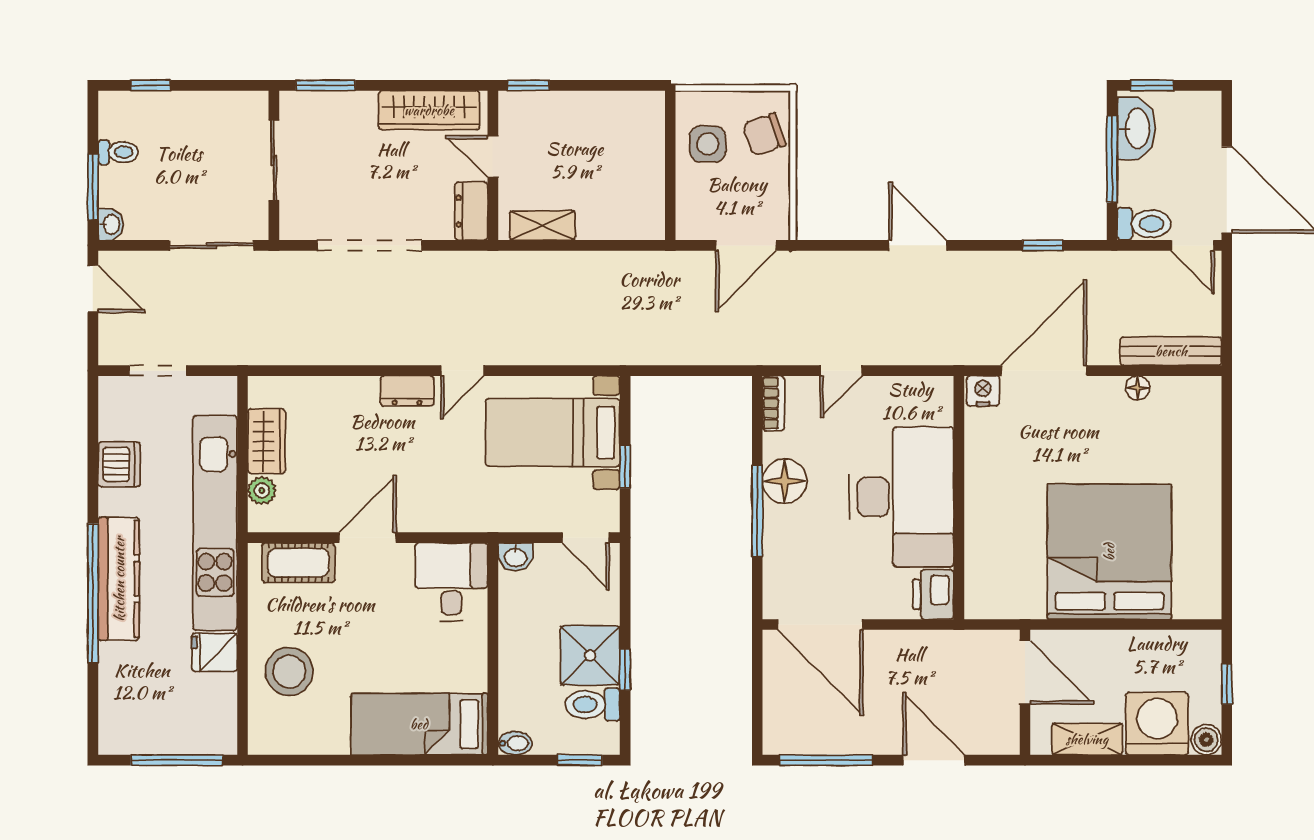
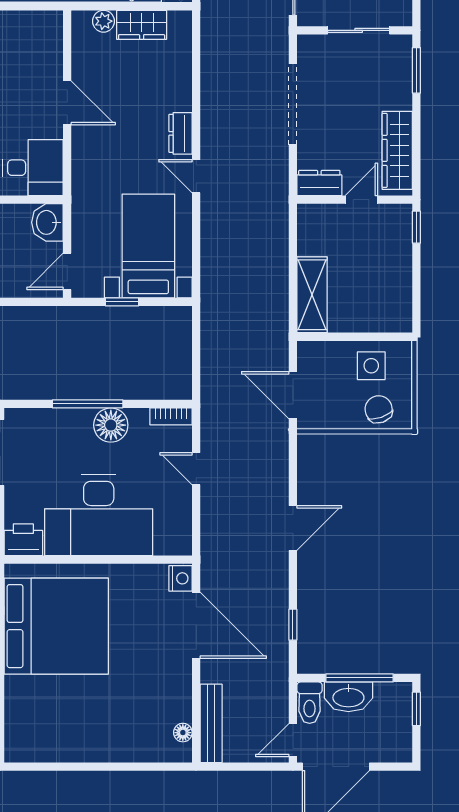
washbasin: (1136, 128) -> (348, 697), moved
shelving: (542, 225) -> (312, 295), moved, width x1.50, depth x1.33
floor lamp: (1138, 388) -> (183, 733), moved
bed: (1109, 552) -> (56, 626), moved
washbasin: (516, 557) -> (47, 222), width x1.38, depth x1.45
cot: (298, 563) -> (48, 49), removed

